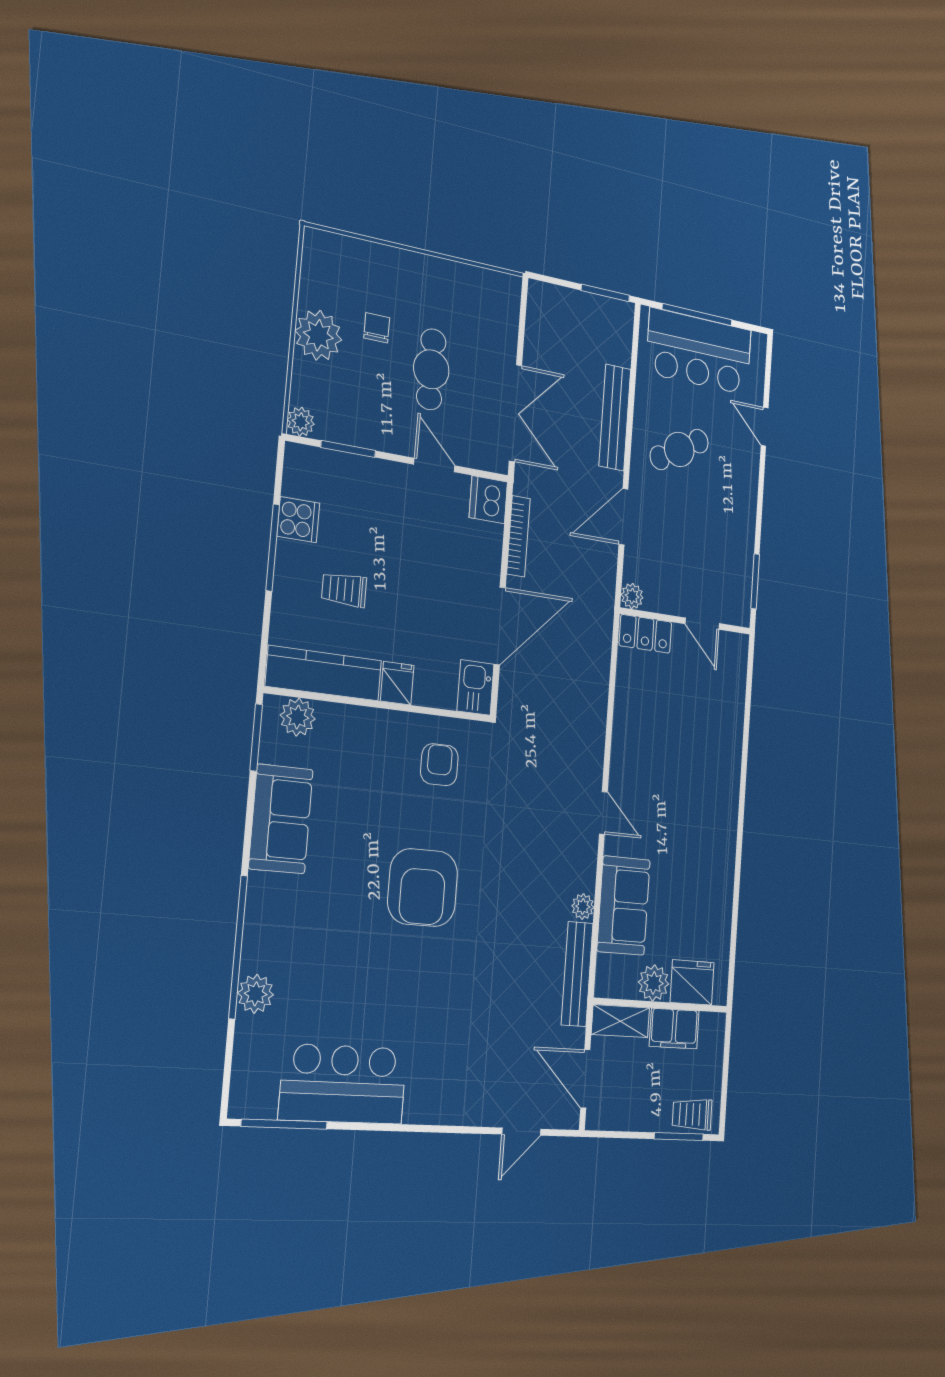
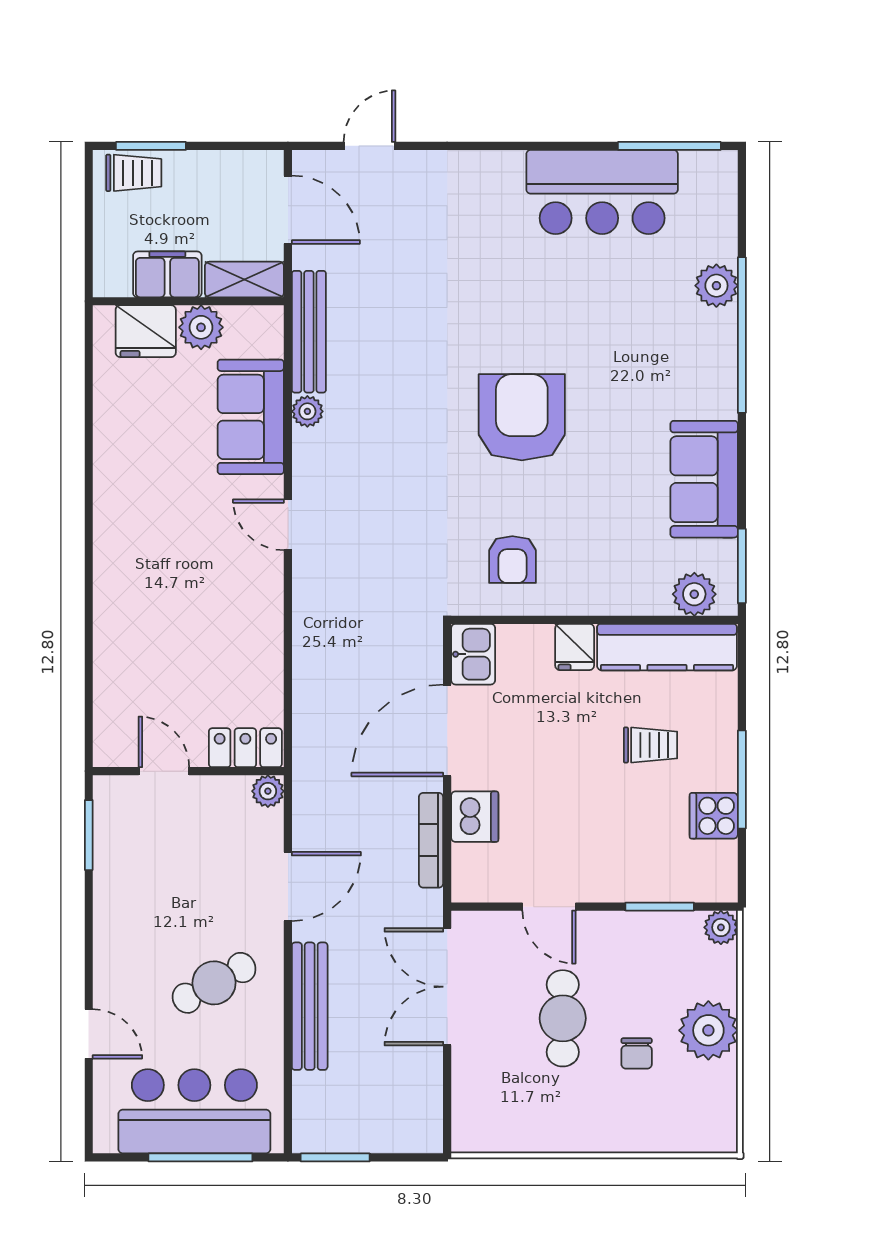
dishwasher: (488, 500) -> (475, 817), moved

